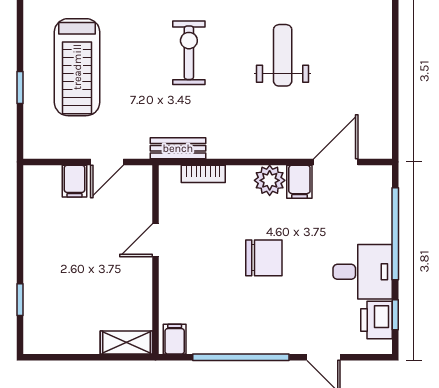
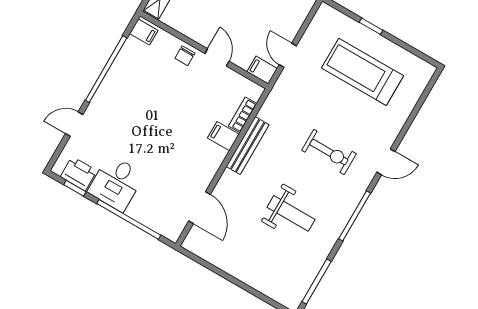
bench: (178, 148) -> (248, 146), moved, width x1.36
plant: (270, 180) -> (213, 157), removed
filing cabinet: (75, 181) -> (262, 70), moved
filing cabinet: (299, 182) -> (223, 136), moved
chair: (264, 258) -> (185, 56), moved, width x0.54, depth x0.54

